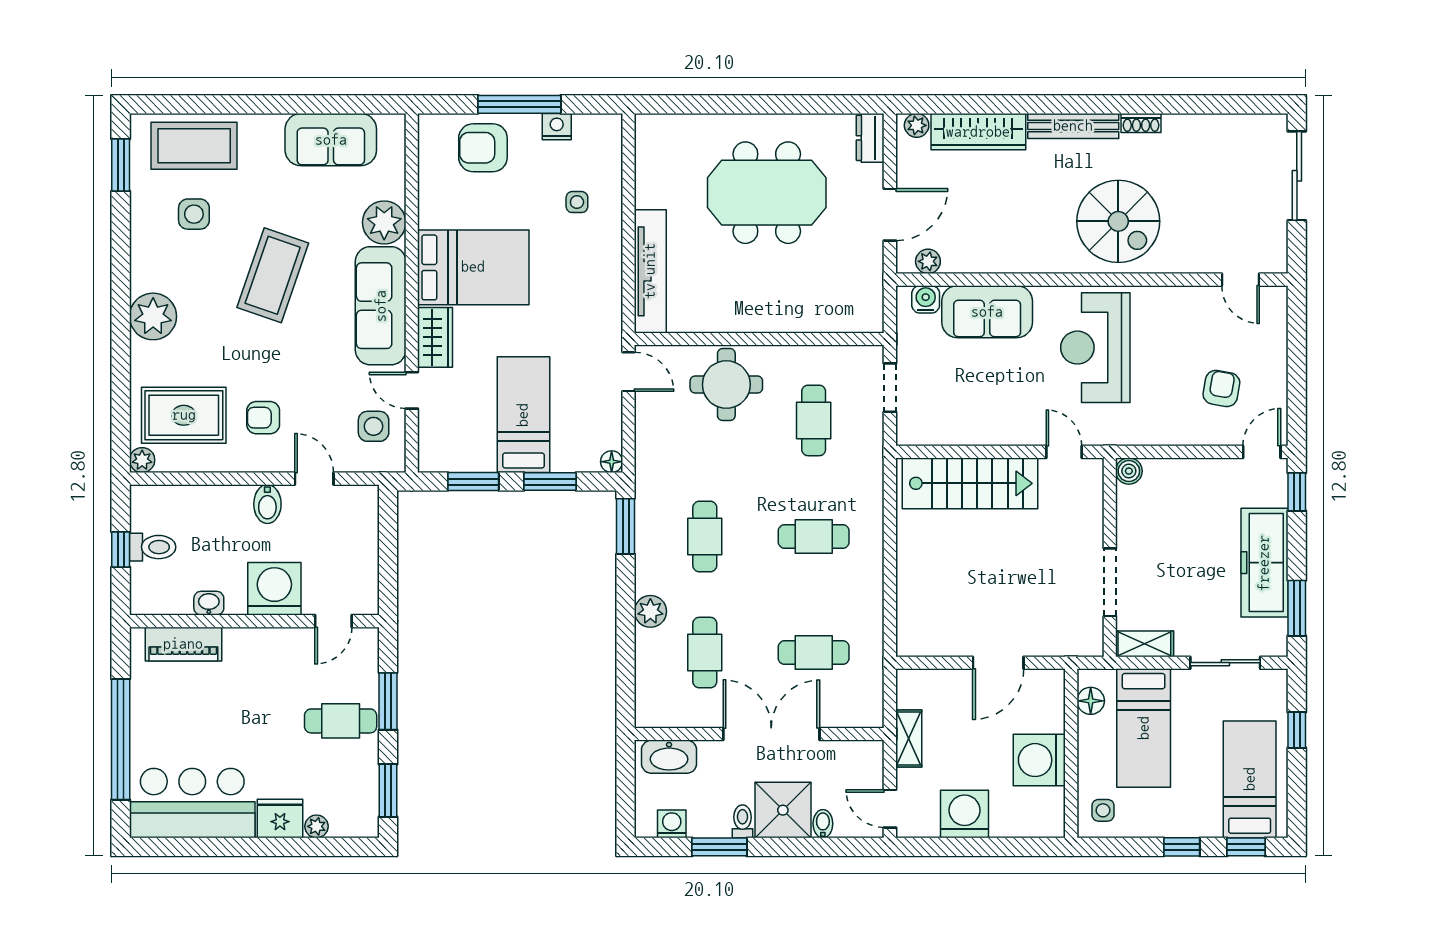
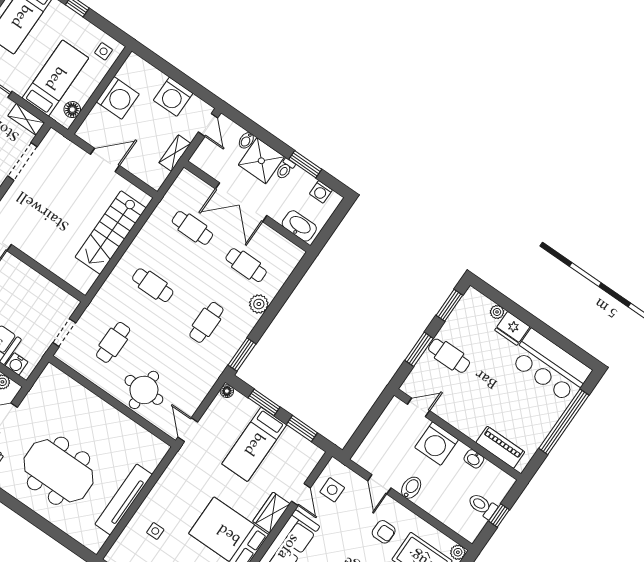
tv unit: (650, 271) -> (124, 499), moved
stairs: (970, 483) -> (111, 233), moved, turned -90
cafe table: (705, 653) -> (246, 265), turned 90

